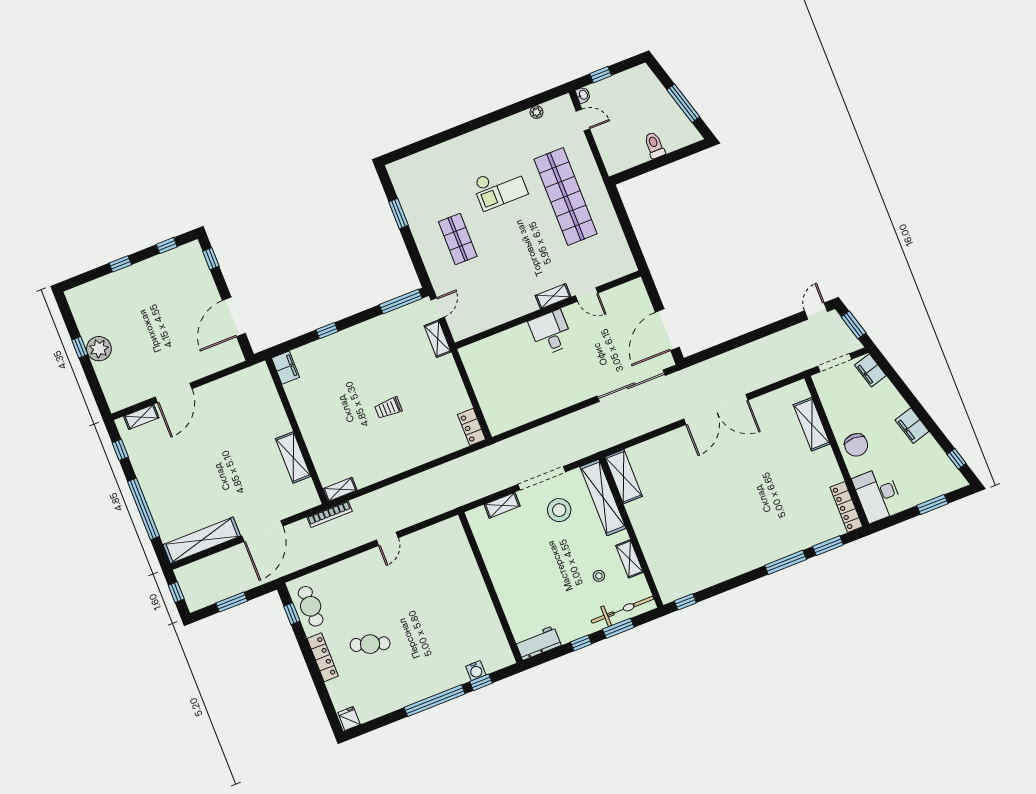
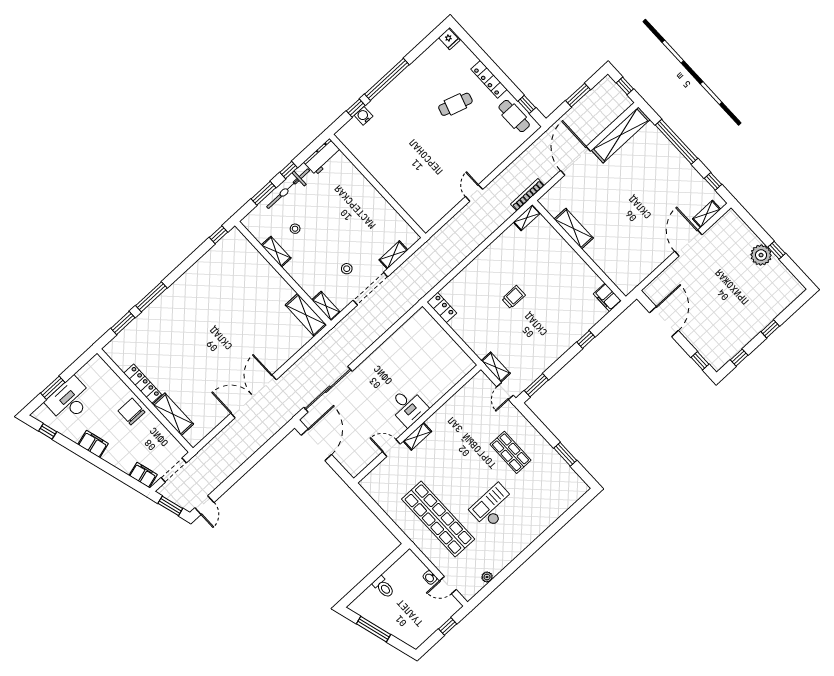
washbasin: (583, 95) -> (430, 577), moved
window: (401, 302) -> (536, 385), width x0.69
desk: (878, 495) -> (70, 400), moved, turned -90
shelving: (603, 498) -> (326, 306), width x0.45, depth x0.75
locker: (846, 507) -> (143, 384), moved
stool: (559, 510) -> (347, 269), width x0.53, depth x0.53
bicycle: (622, 610) -> (288, 189), moved

